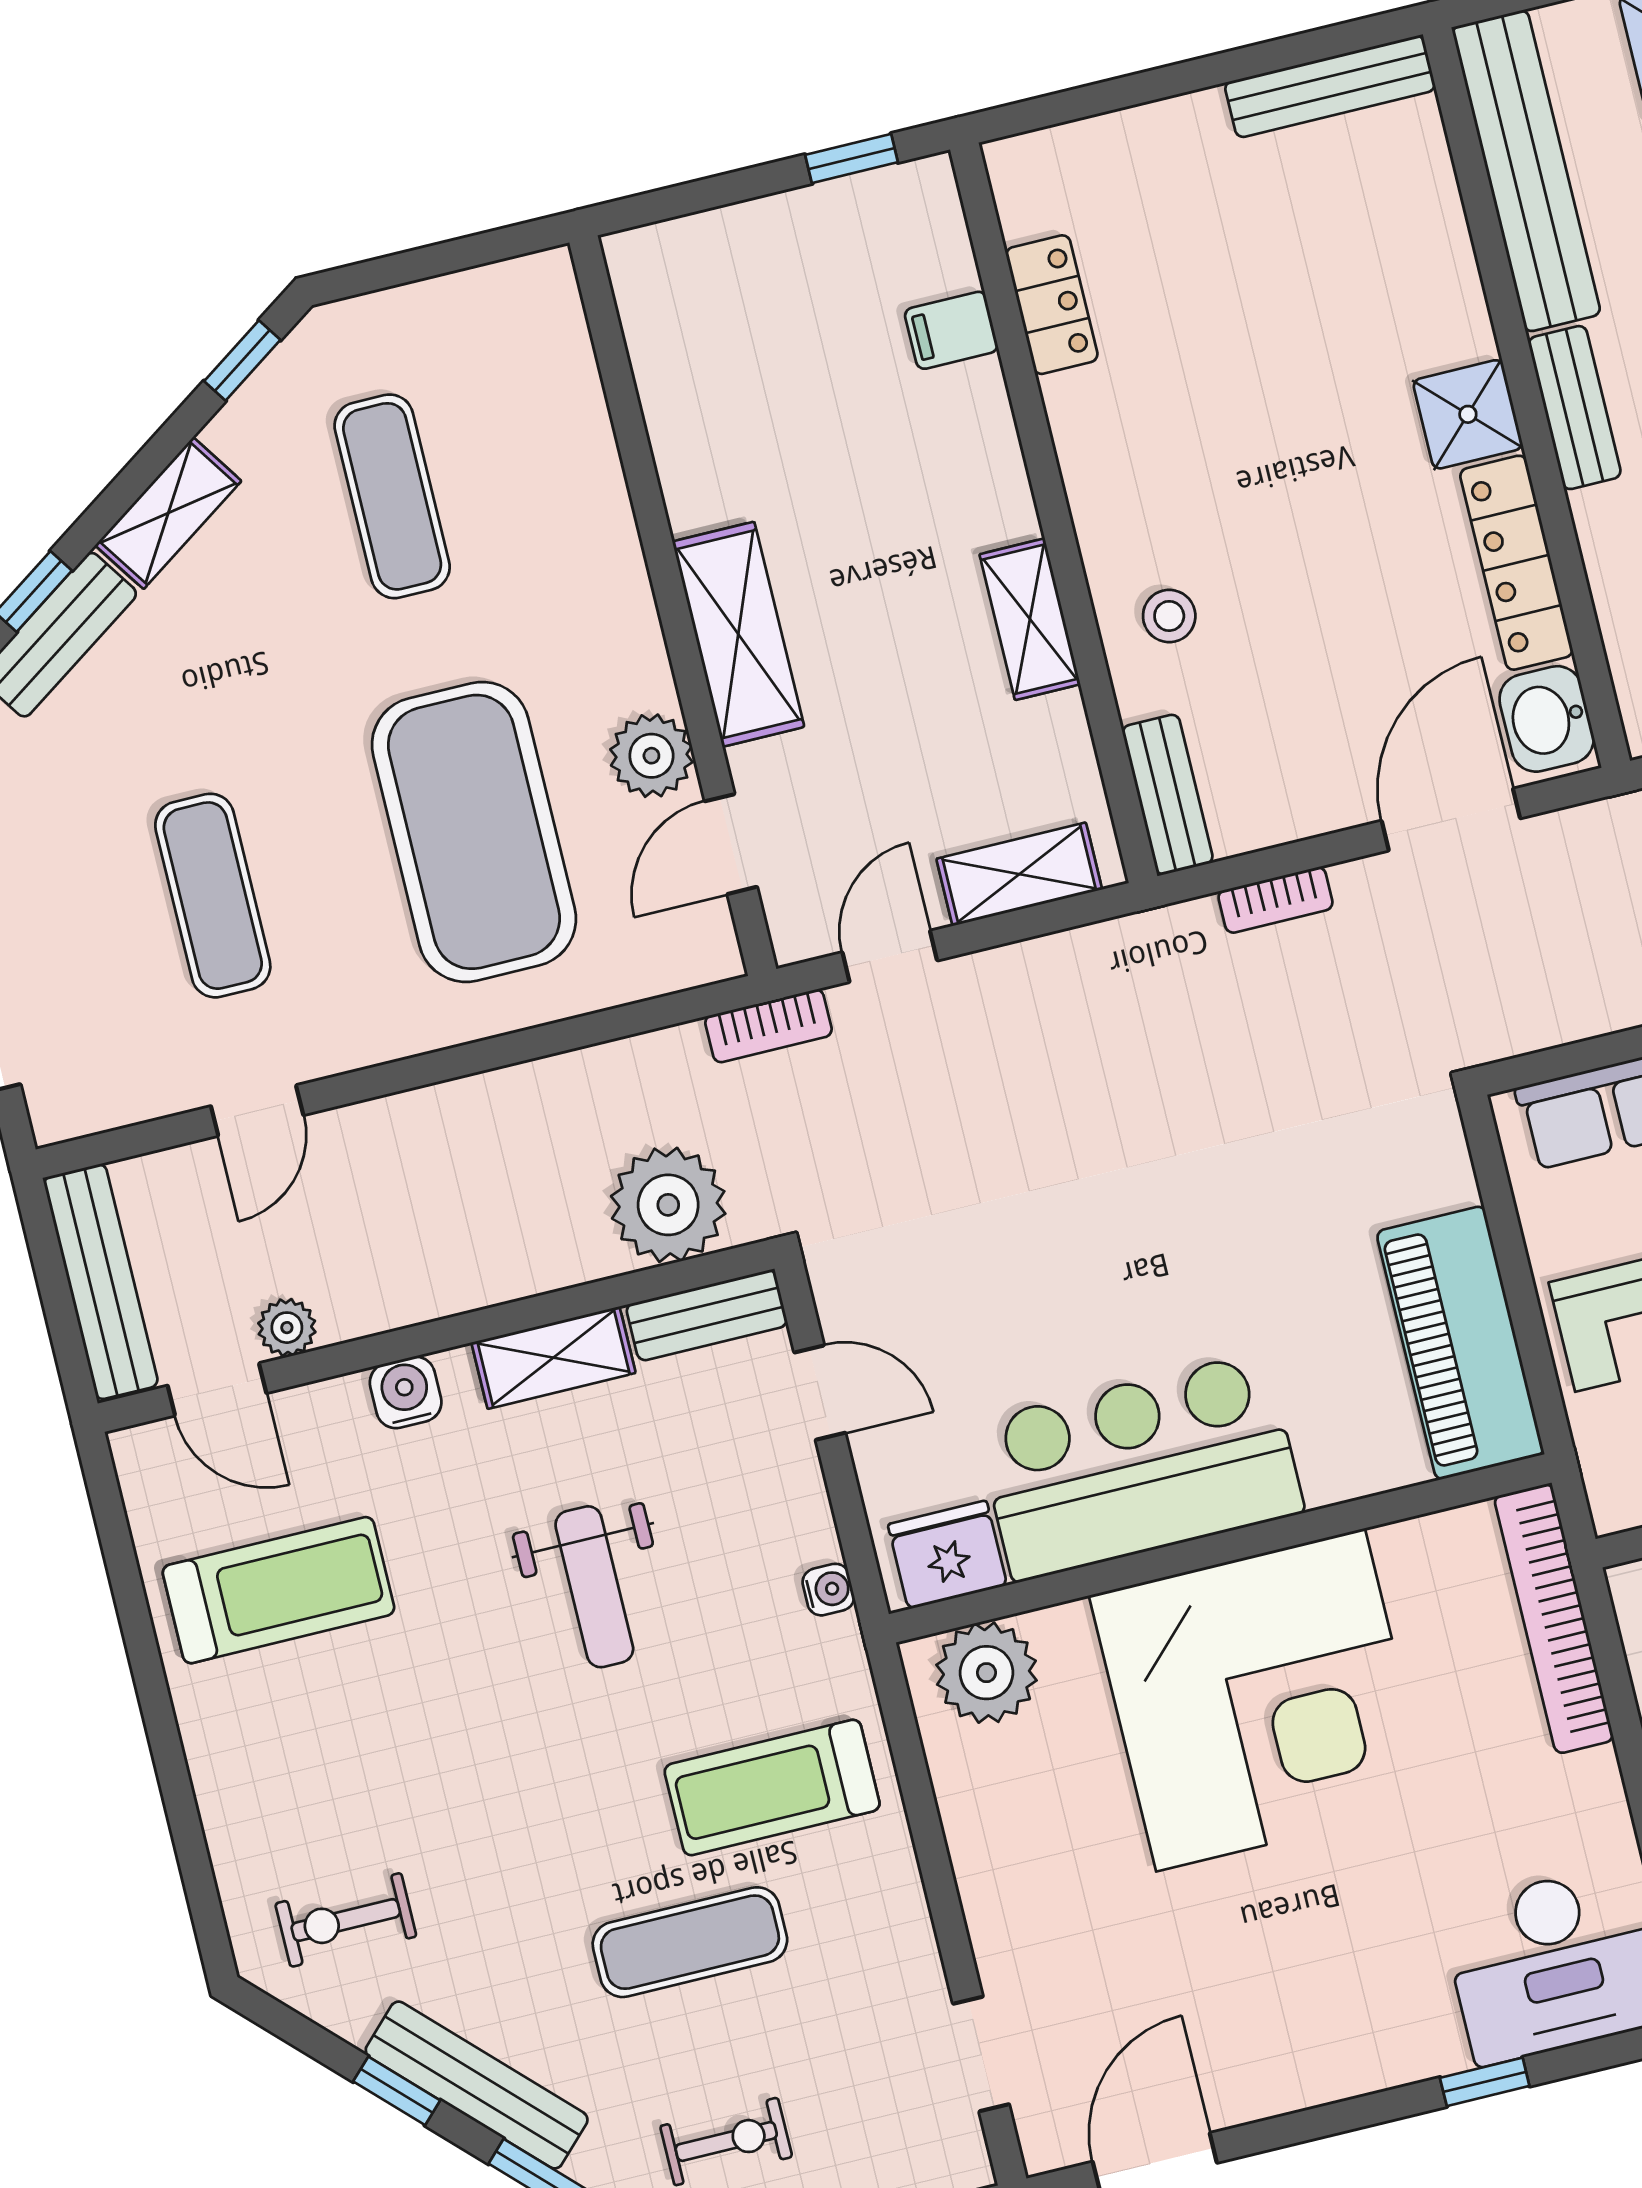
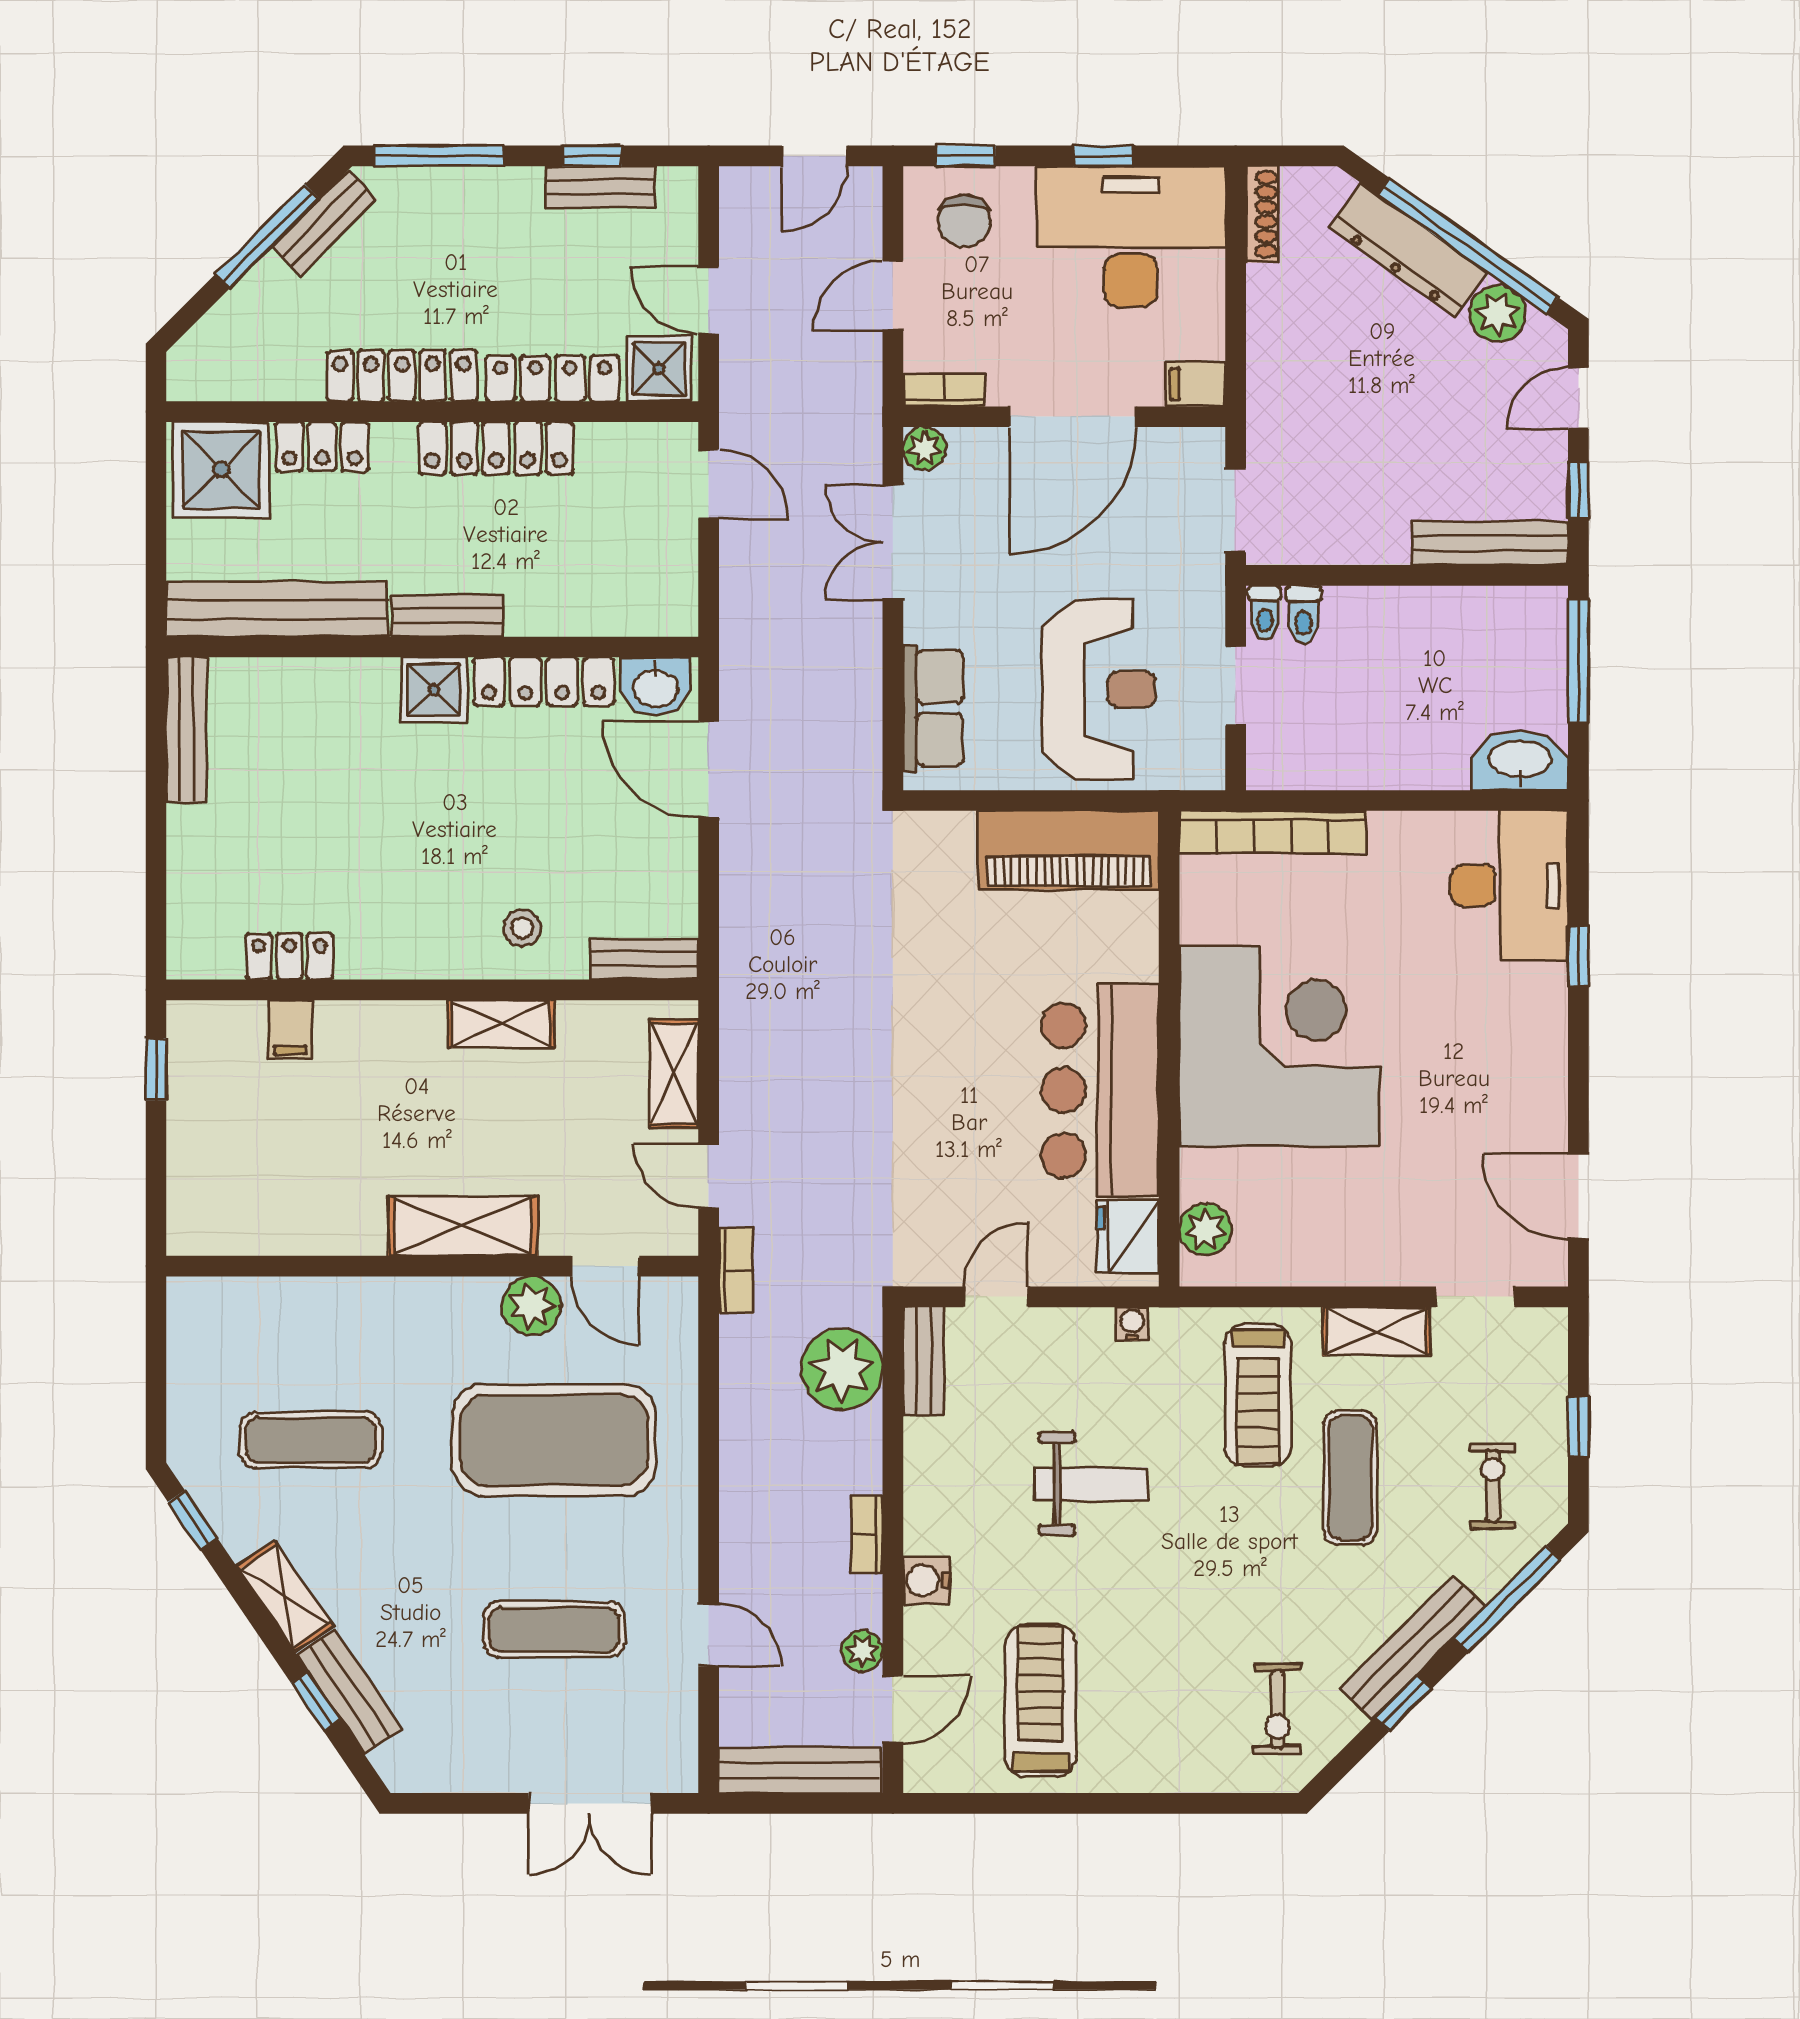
bookcase: (1275, 900) -> (867, 1534), moved, turned 180
shelving: (553, 1358) -> (1376, 1331), moved, turned 90
plant: (986, 1673) -> (1206, 1229), width x0.73, depth x0.73

